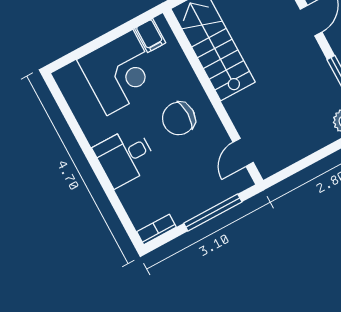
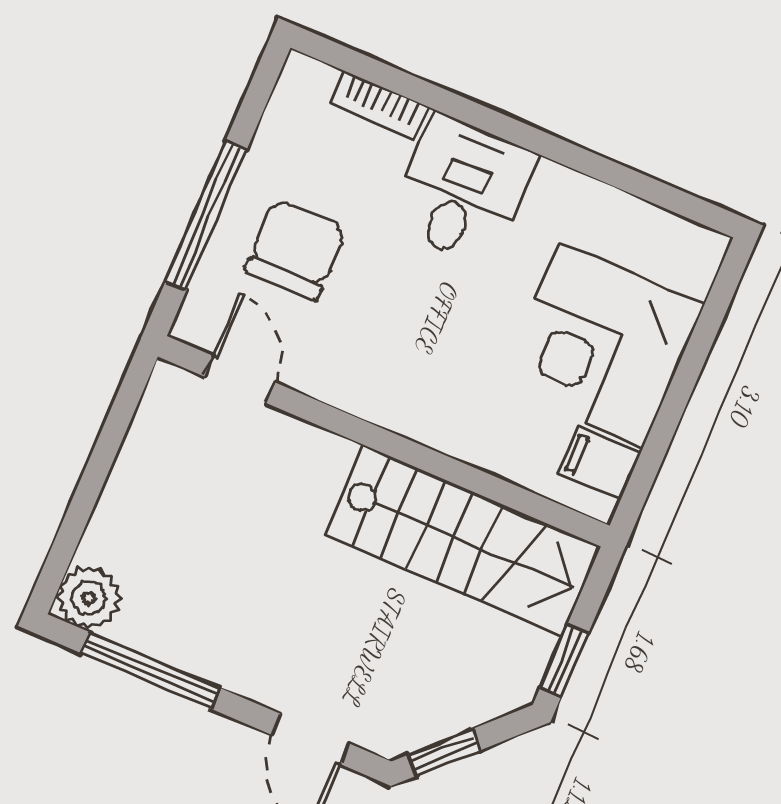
chair: (179, 118) -> (296, 249), moved
bookcase: (157, 229) -> (379, 106), moved, turned 90

